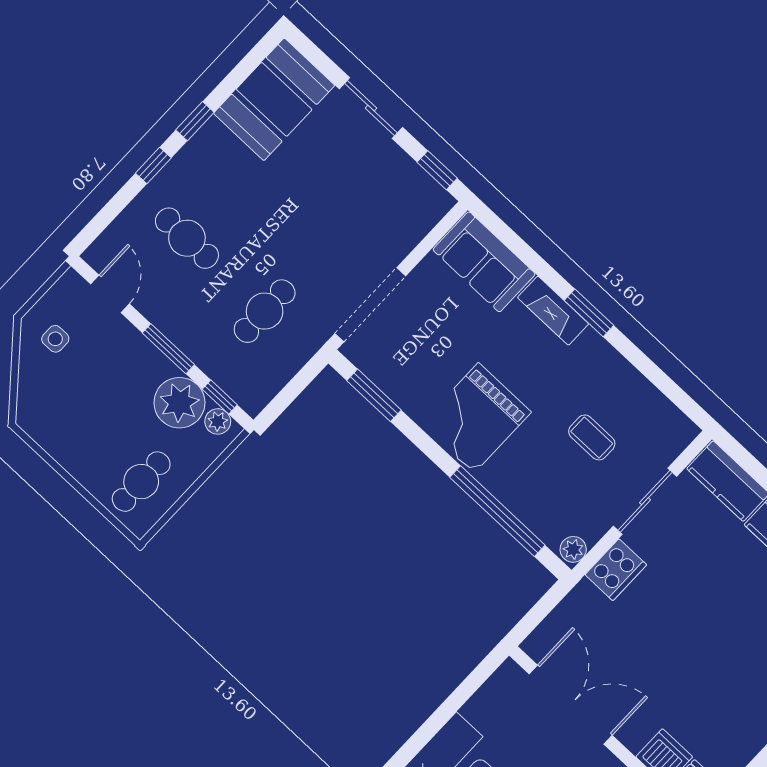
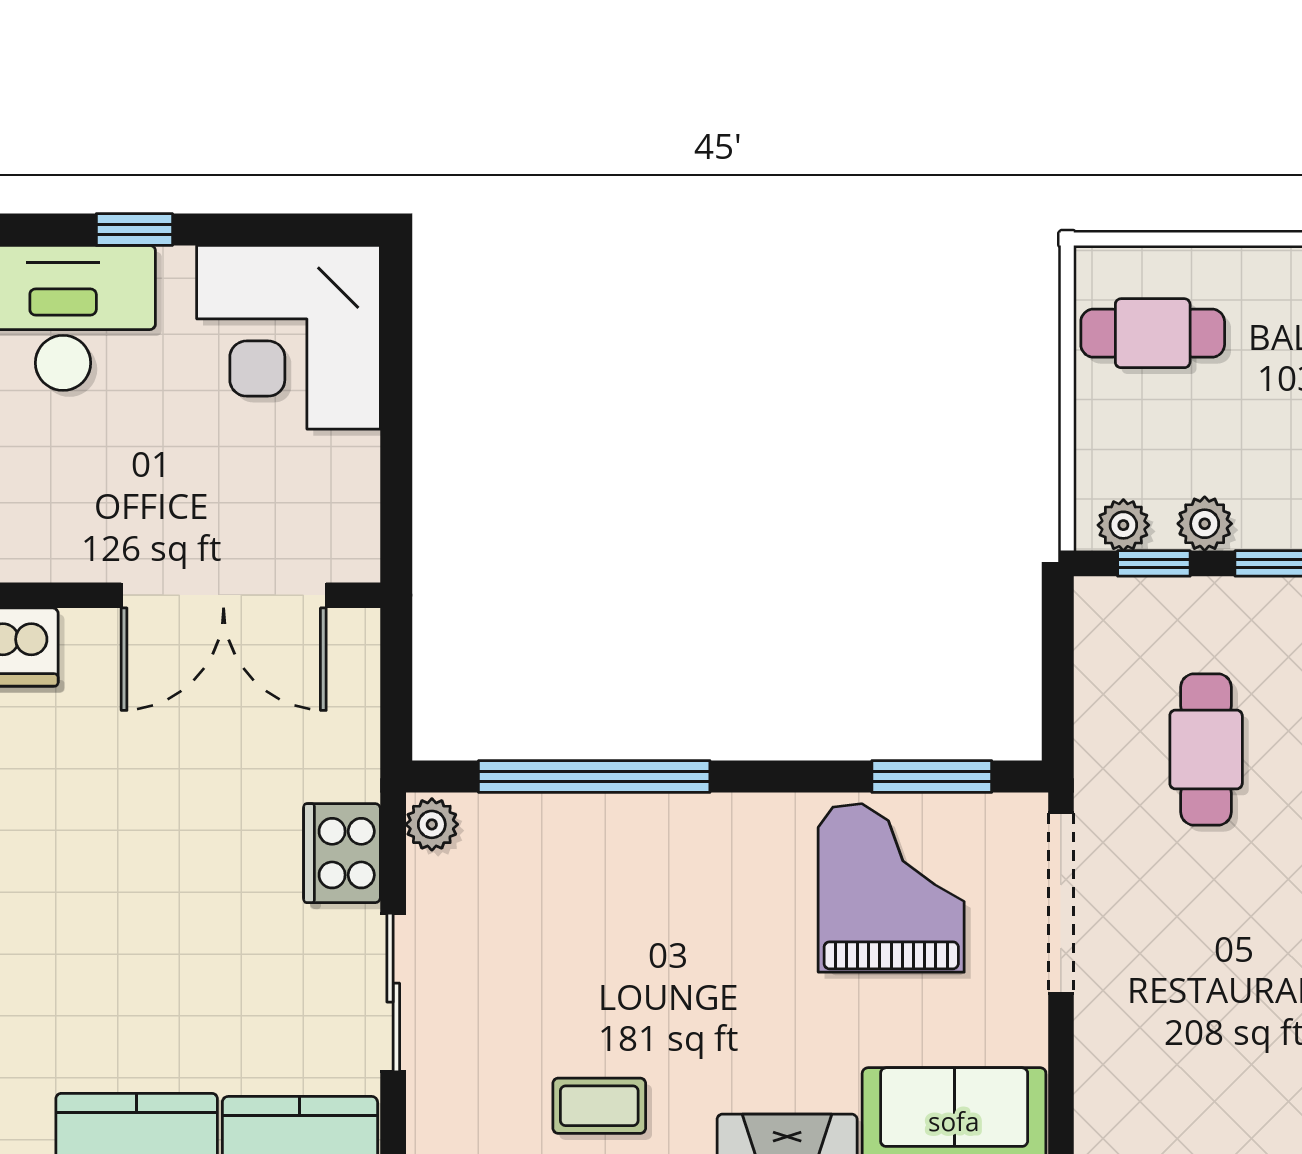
plant: (179, 403) -> (1205, 524), width x0.53, depth x0.53
grand piano: (476, 418) -> (891, 888), moved
coffee table: (592, 437) -> (599, 1106), moved
cafe table: (141, 482) -> (1153, 333), turned 90

